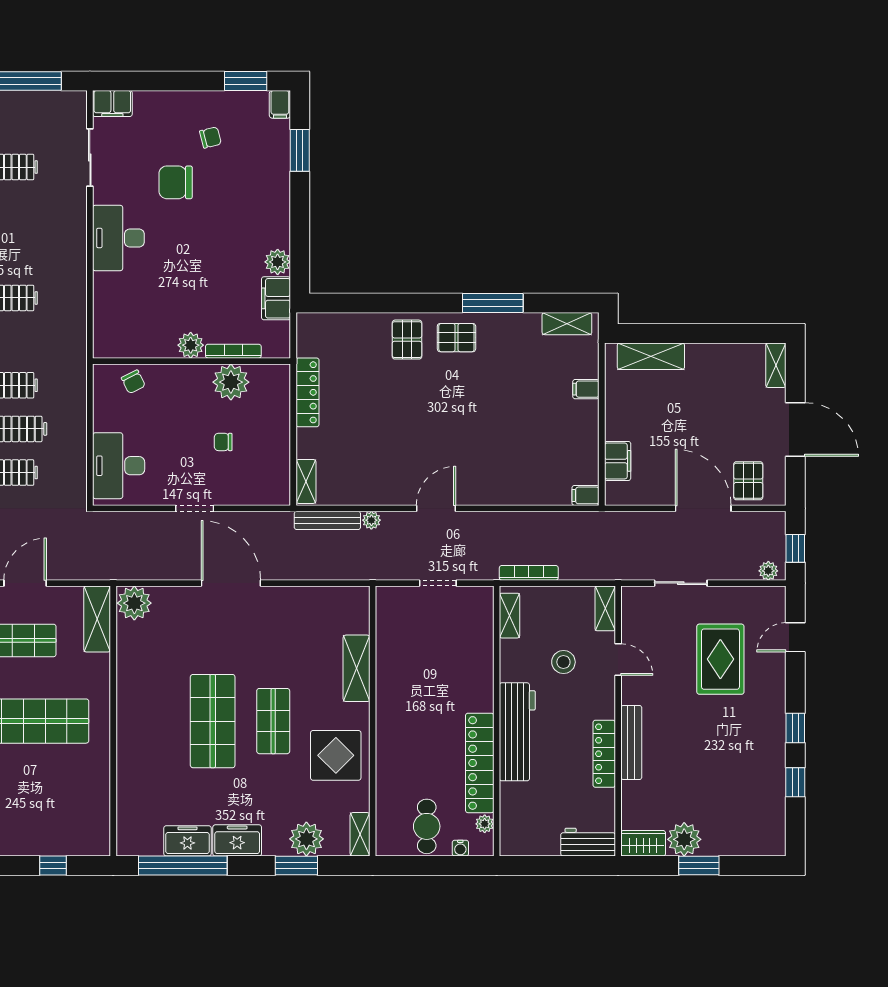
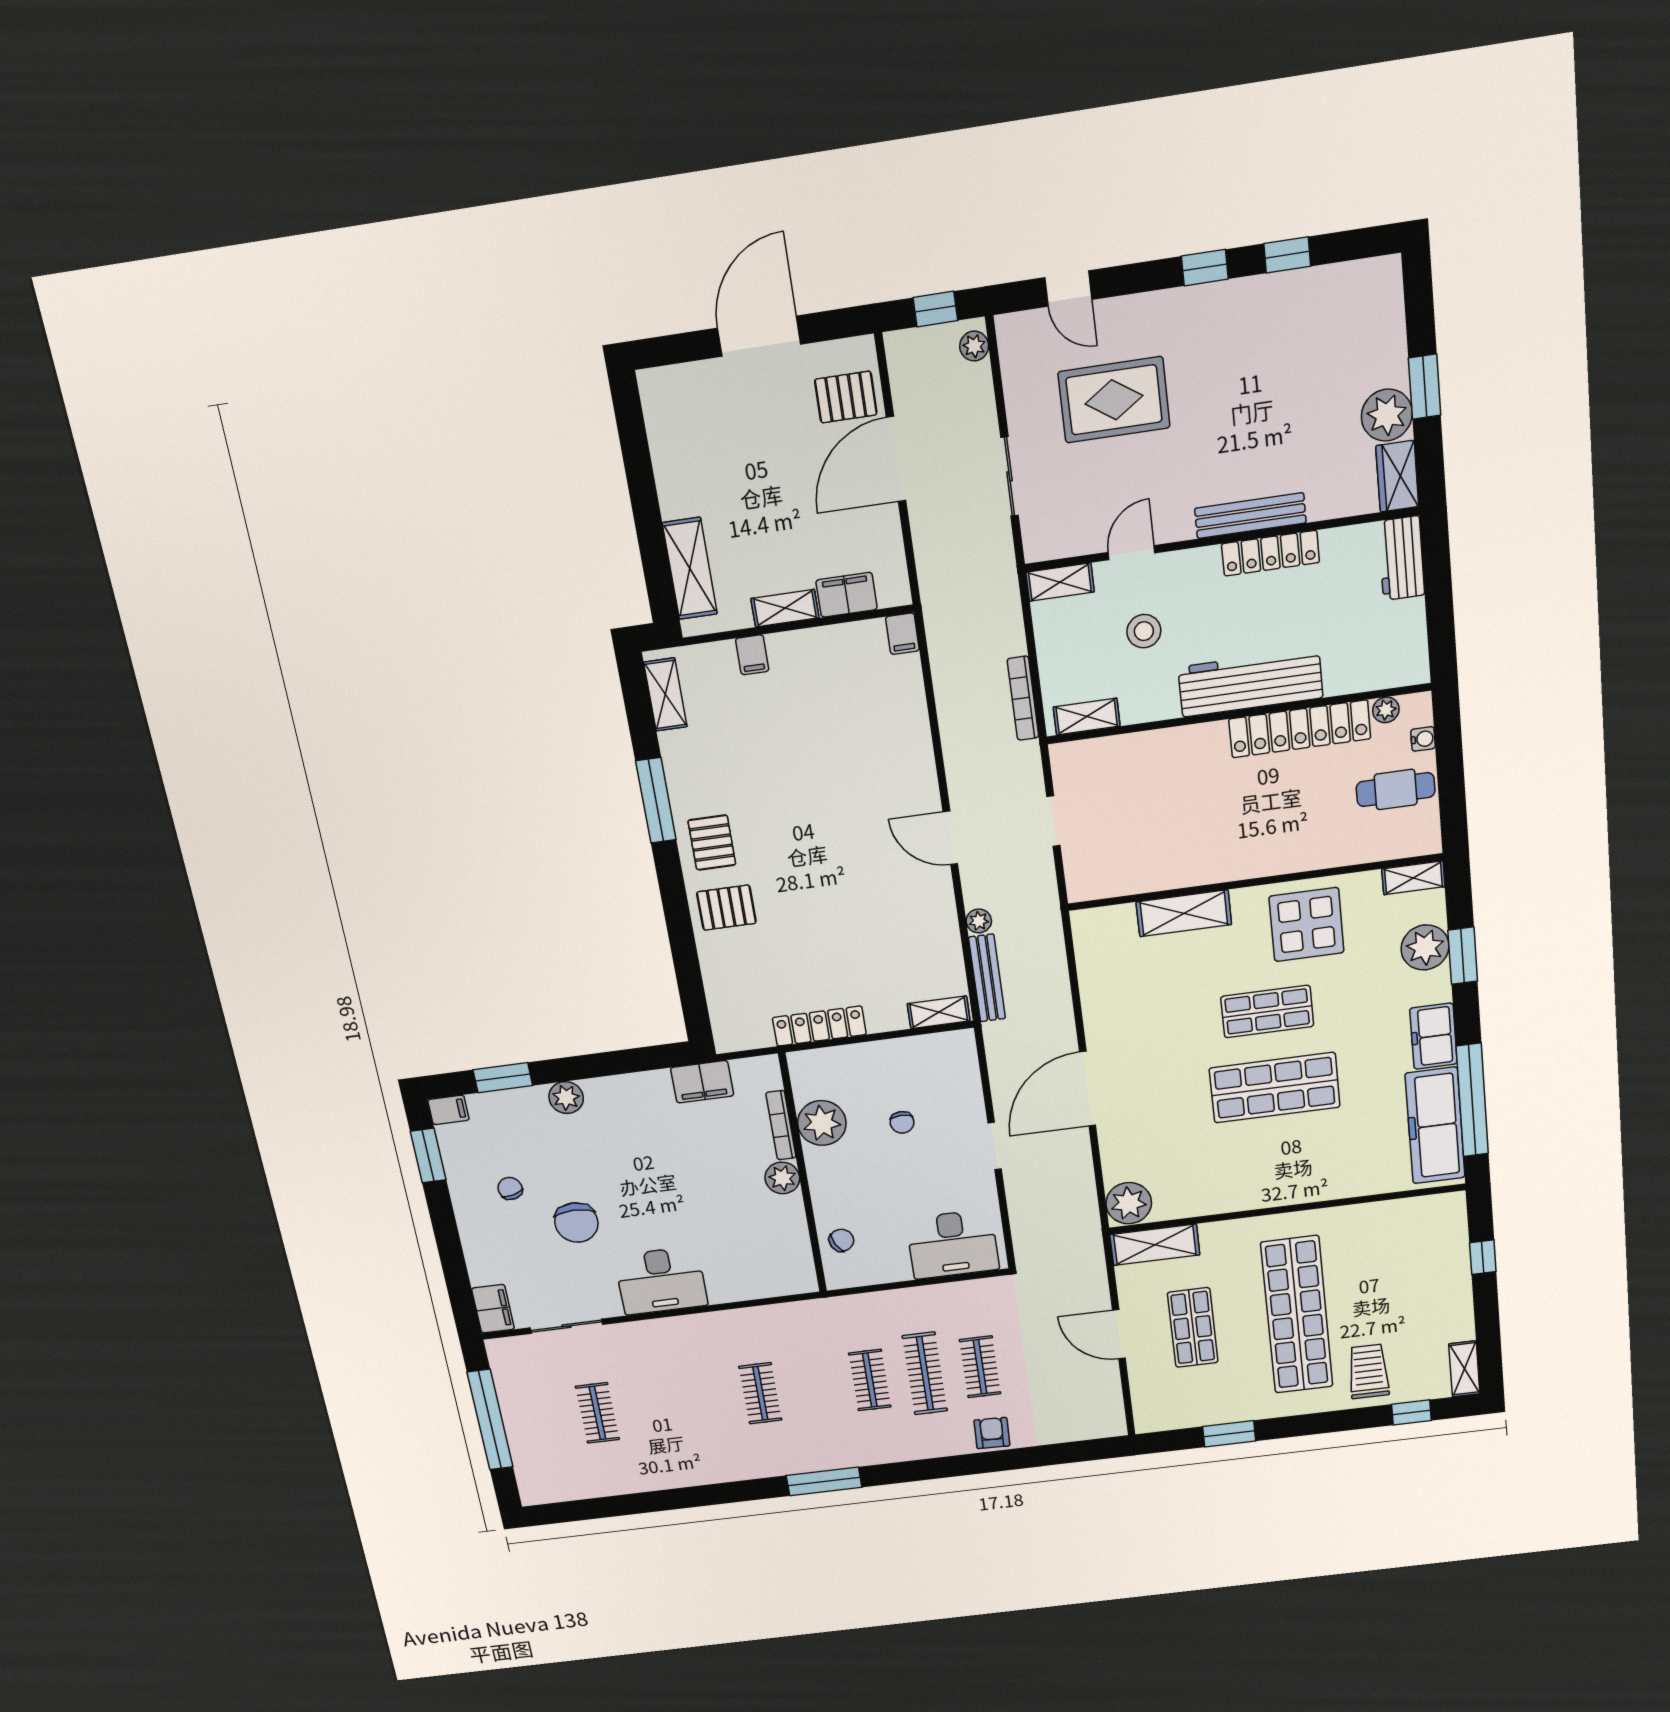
plant: (278, 262) -> (566, 1098), moved
shelving: (776, 365) -> (785, 608), moved
freezer: (187, 841) -> (1435, 1126), width x1.91, depth x1.26

